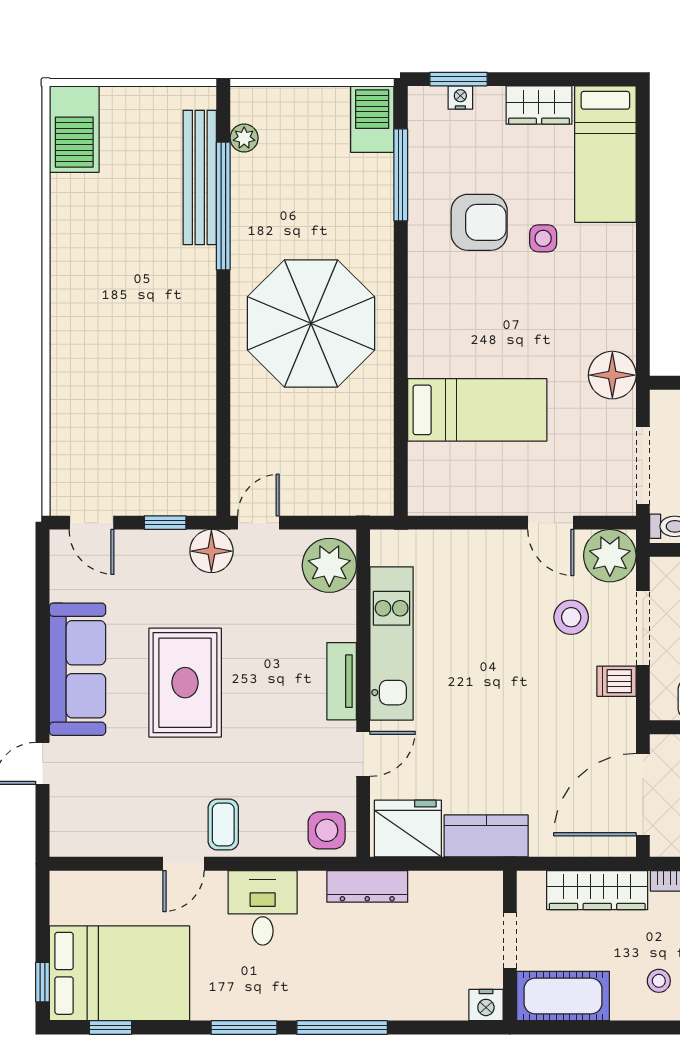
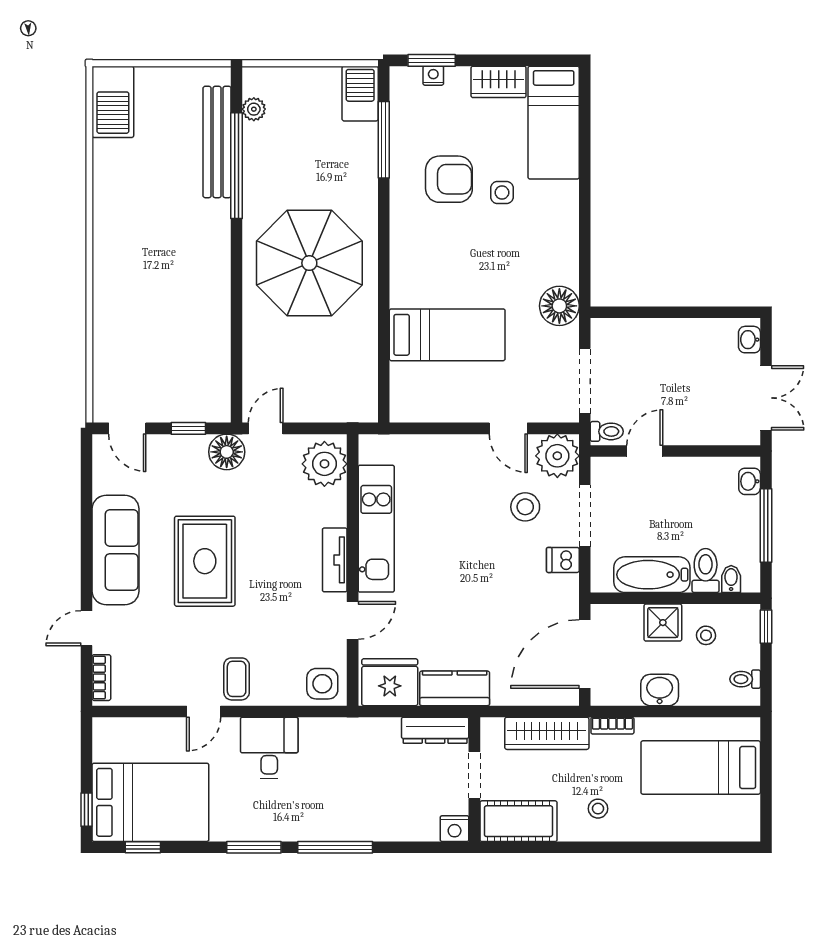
bookcase: (60, 823) -> (101, 678), added
dresser: (367, 886) -> (435, 730), moved

